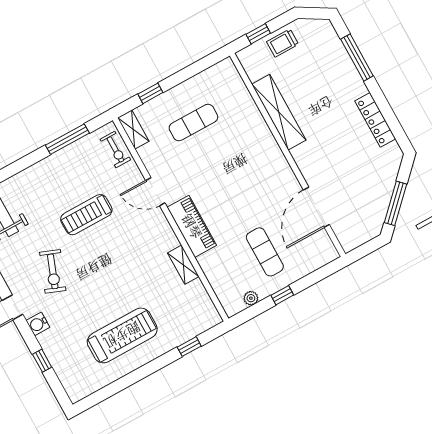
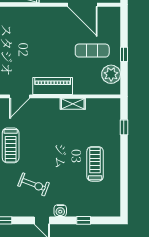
plant: (251, 298) -> (111, 74), width x1.87, depth x1.87
treadmill: (122, 335) -> (95, 164), width x0.73, depth x0.73

